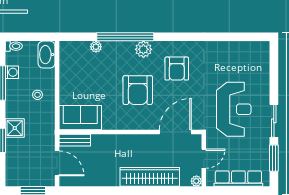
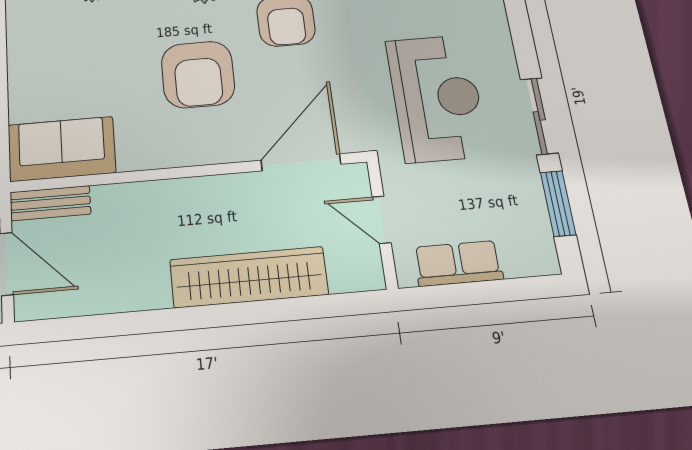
door: (204, 159) -> (382, 220), swing flipped
row of seats: (238, 179) -> (458, 263), width x0.68
plant: (196, 181) -> (371, 277), removed

